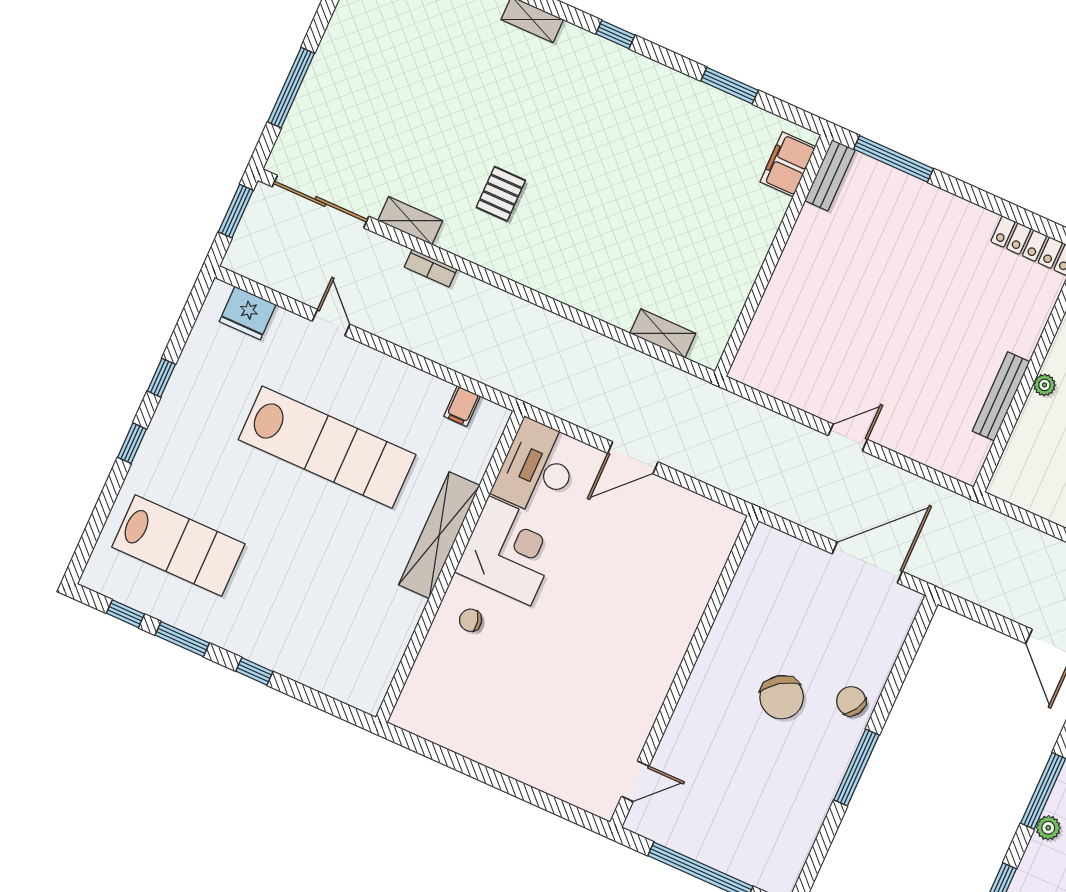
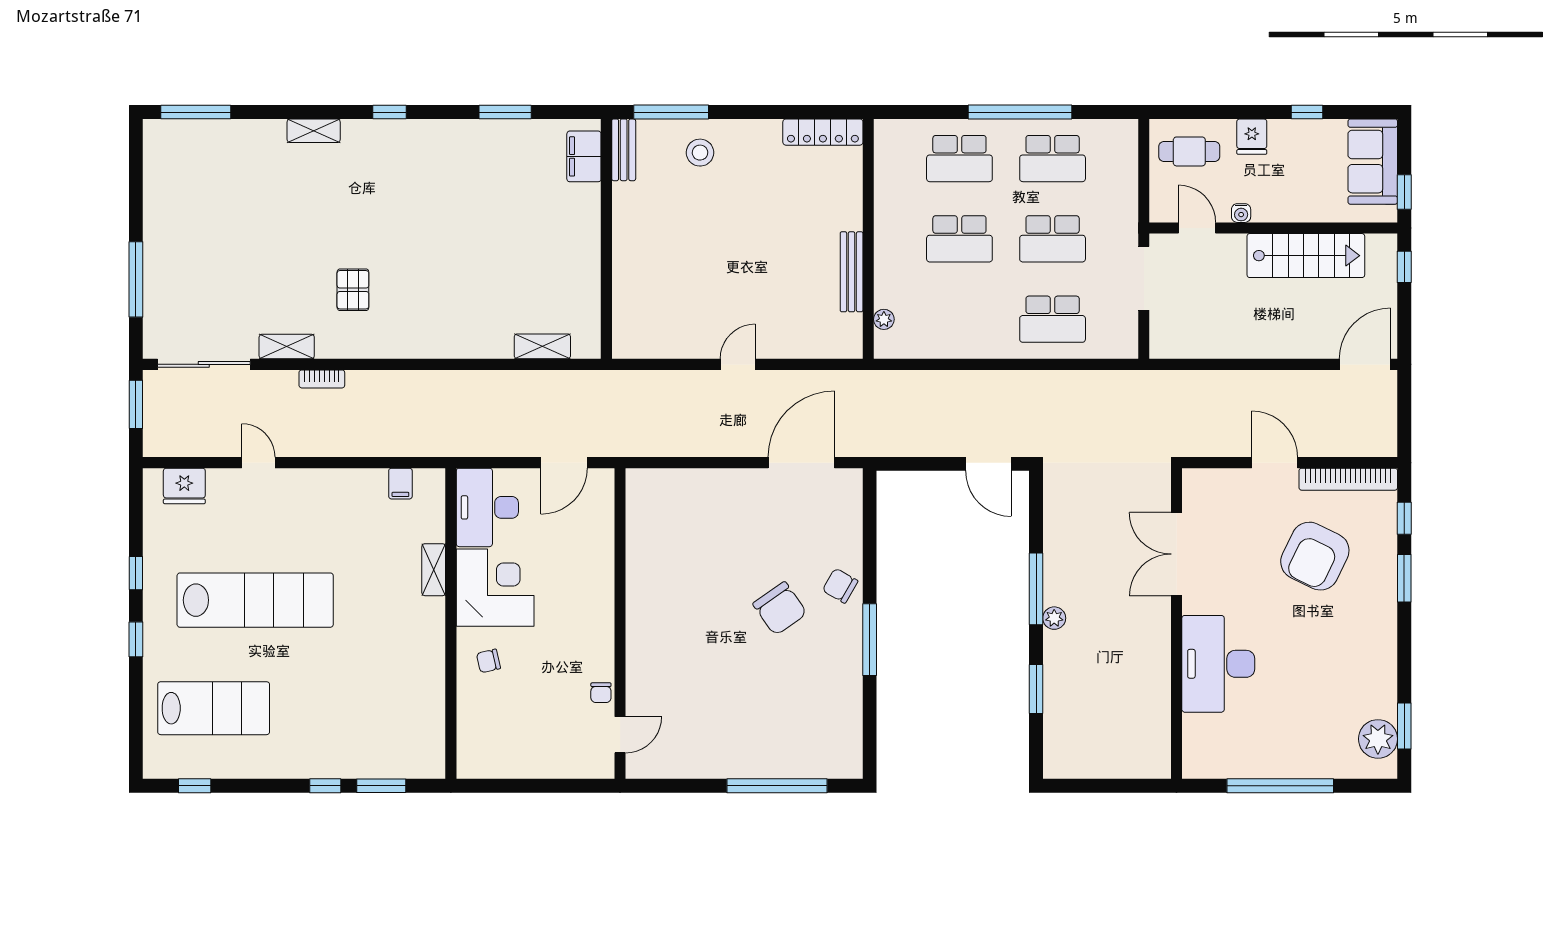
stool: (904, 212) -> (700, 153), added
plant: (1044, 385) -> (884, 319), moved
lab bench: (327, 447) -> (255, 600), moved
shelving: (439, 535) -> (434, 570), width x0.45, depth x0.75
window: (182, 639) -> (381, 786), moved
wall: (684, 671) -> (620, 623), moved
chair: (568, 701) -> (601, 693), added
door: (635, 781) -> (620, 735), moved

